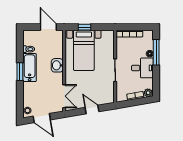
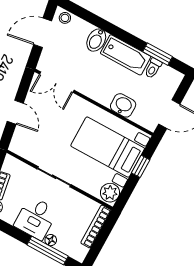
plant: (107, 36) -> (110, 193), added
washbasin: (57, 65) -> (123, 105), moved
window: (20, 72) -> (158, 54), moved
bidet: (30, 87) -> (96, 40), added
door: (92, 110) -> (15, 112), hinge flipped

